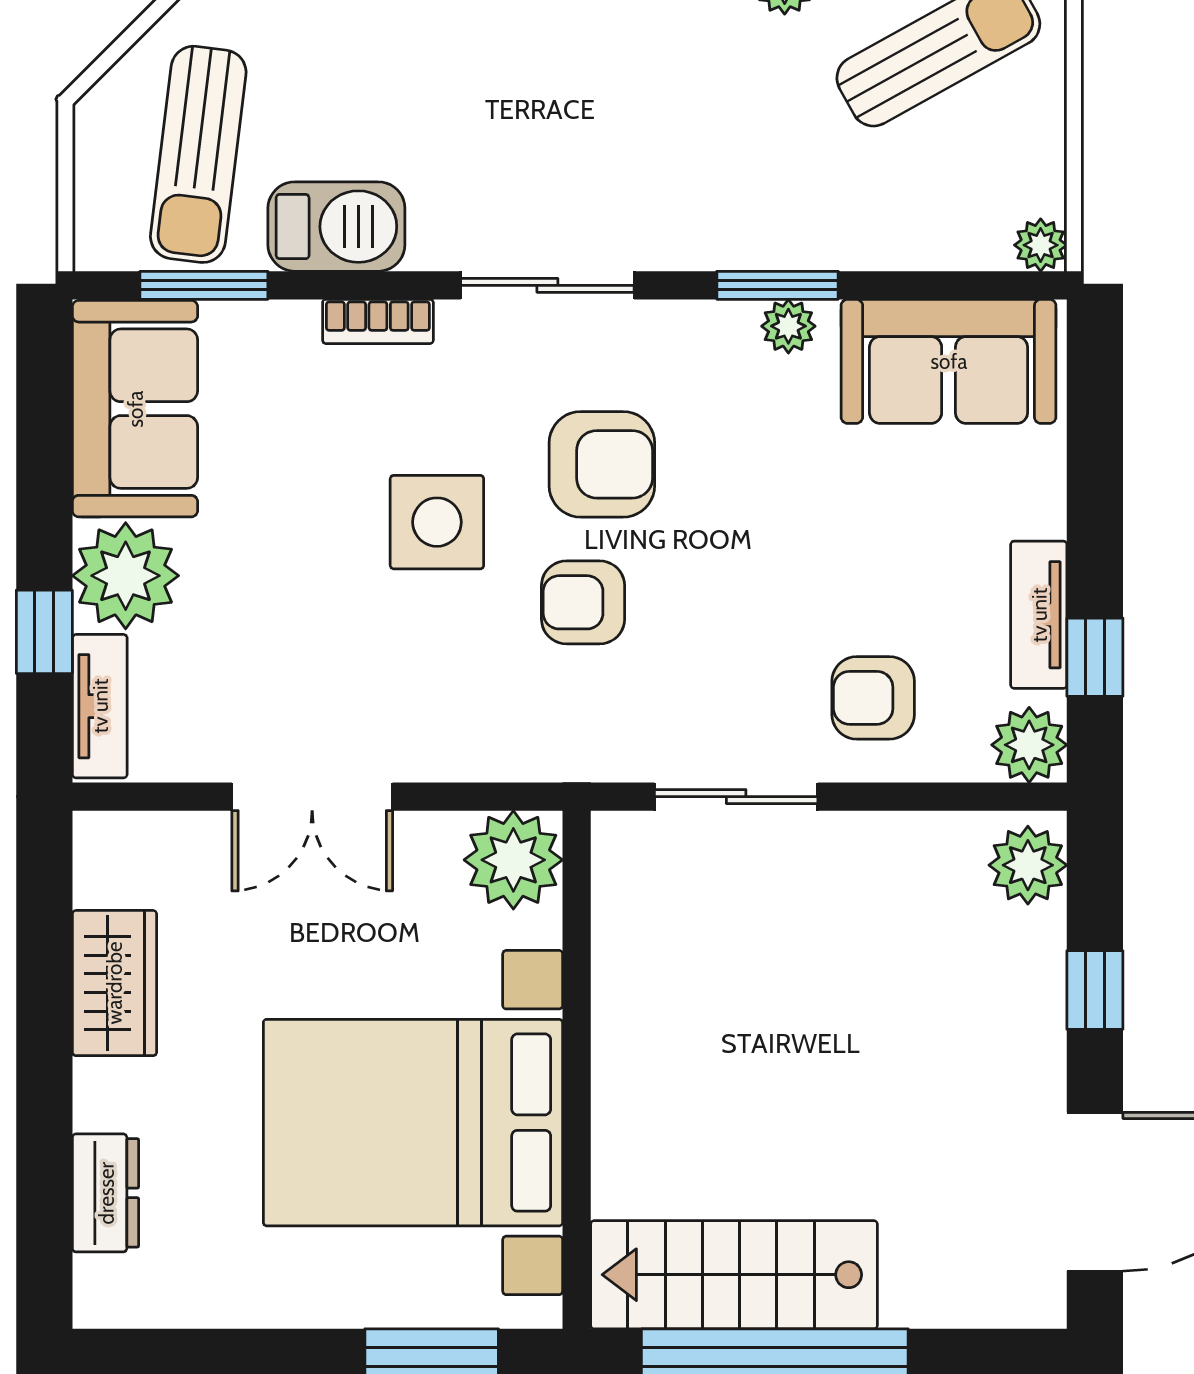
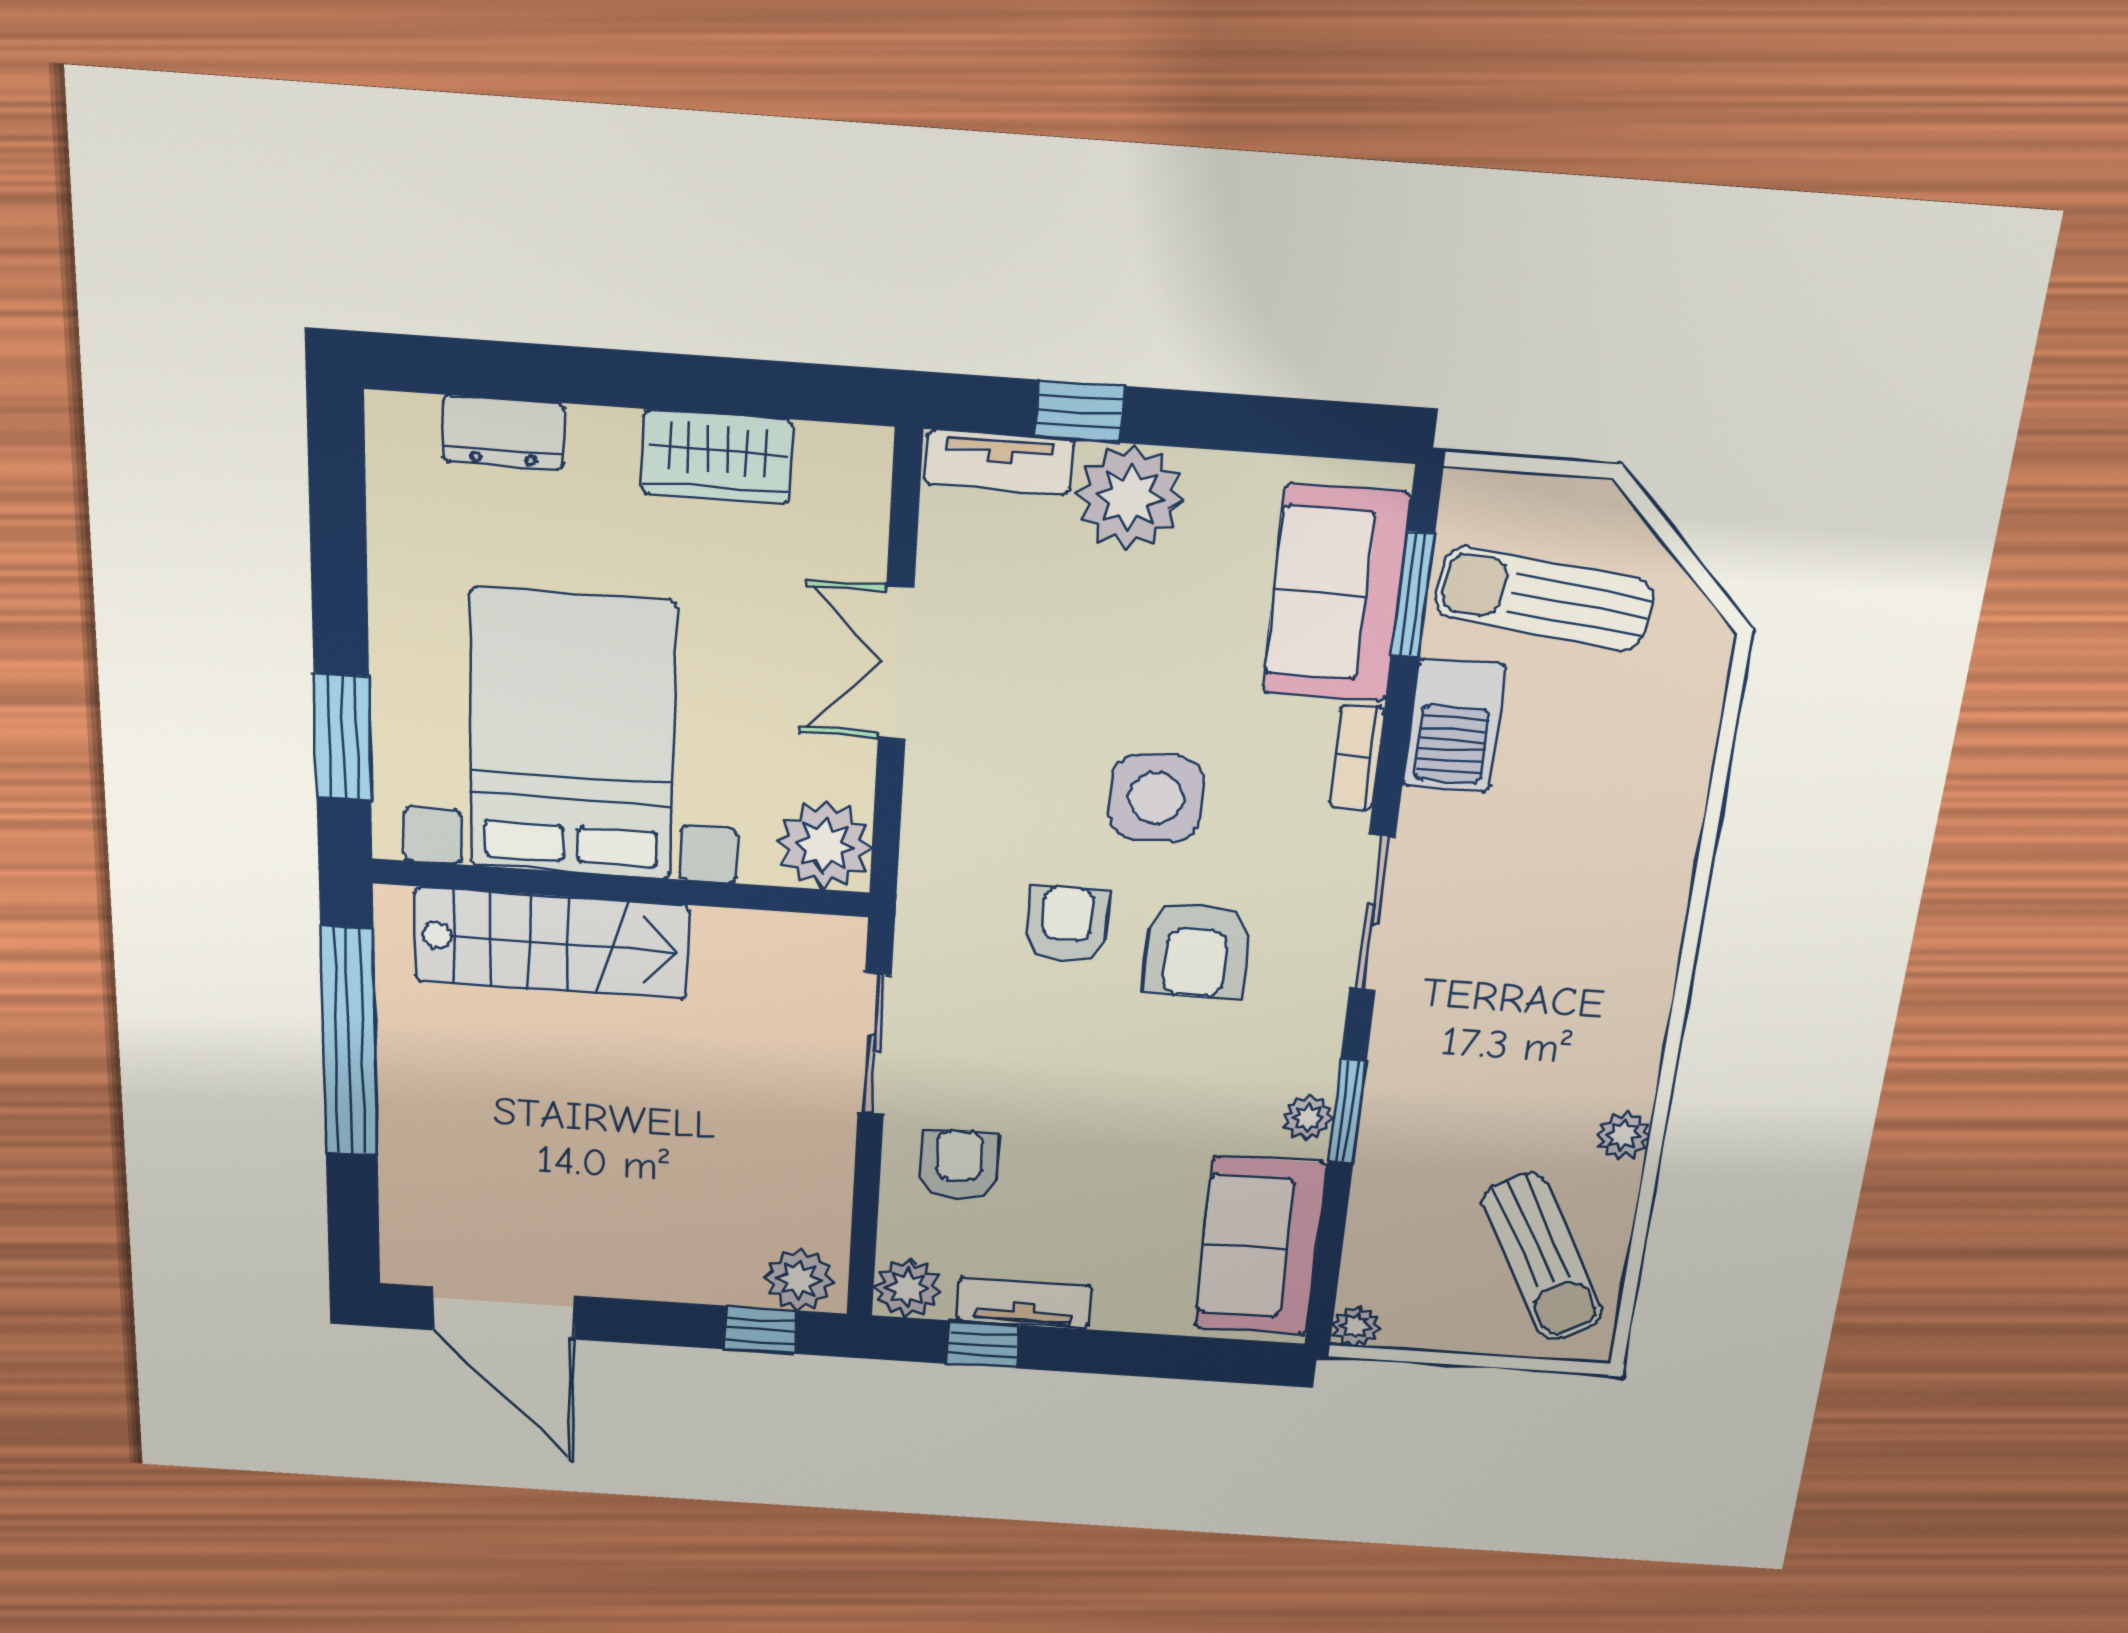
sofa: (135, 409) -> (1336, 594), moved, turned 90
window: (1095, 990) -> (761, 1330), moved
stairs: (734, 1275) -> (552, 943), moved, turned 90

